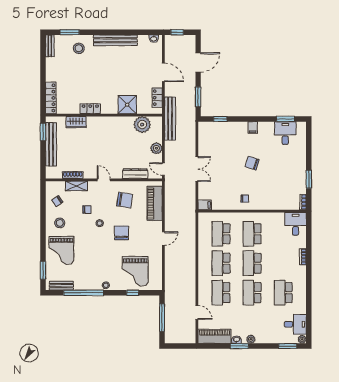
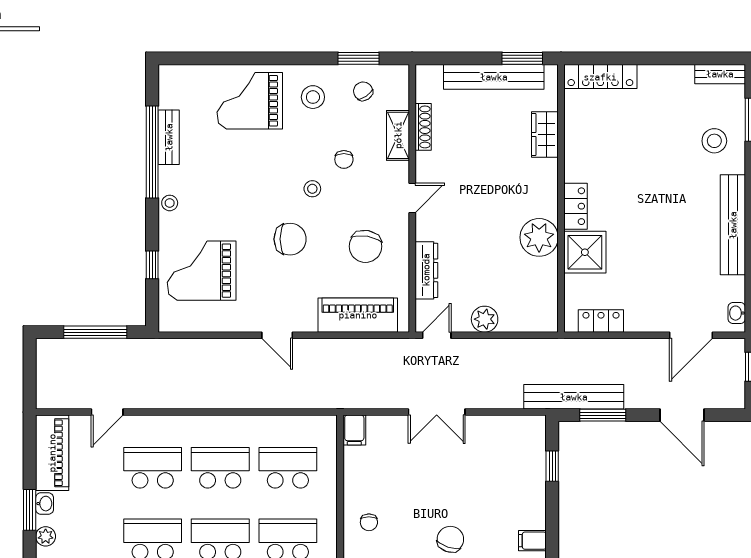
door: (163, 72) -> (691, 335), moved
locker: (90, 109) -> (576, 206), moved
bench: (170, 119) -> (574, 397), moved
plant: (142, 125) -> (539, 237), moved
window: (43, 270) -> (359, 58), moved
bench: (61, 286) -> (169, 137), moved

